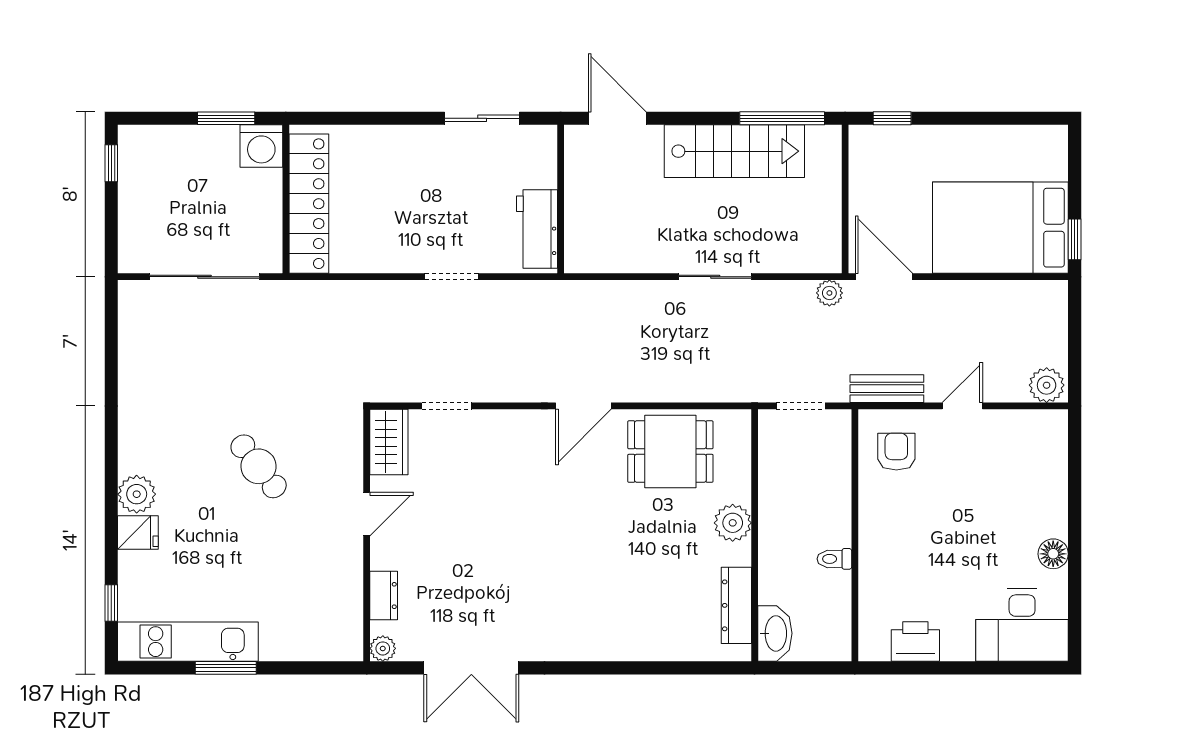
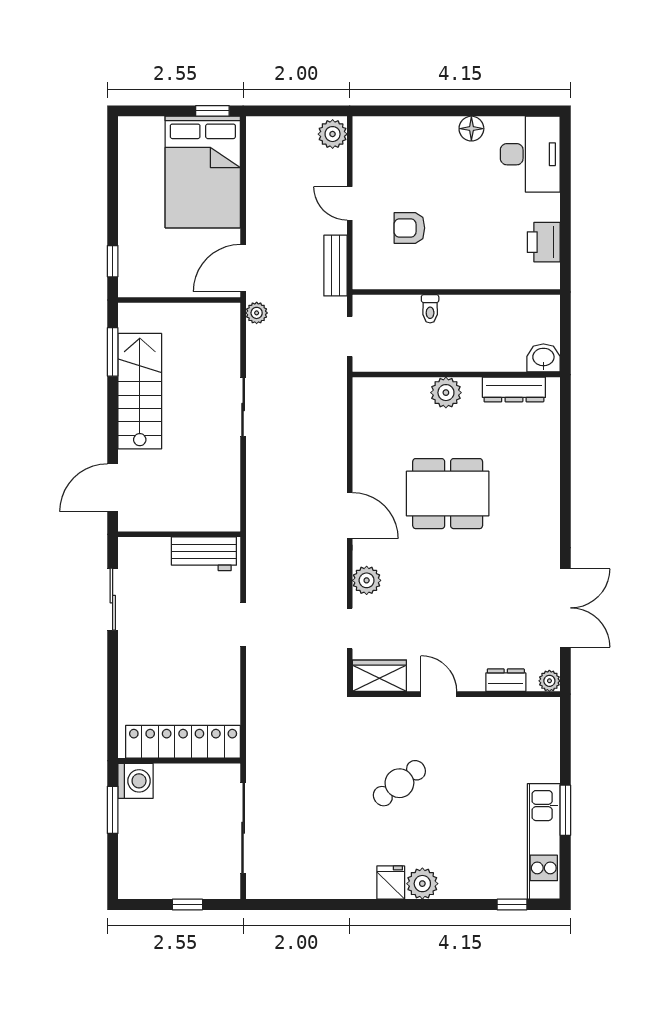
window: (782, 118) -> (113, 352), width x0.69
window: (111, 163) -> (187, 904), moved
plant: (505, 426) -> (367, 580), added
dining table: (670, 452) -> (448, 494), moved, width x1.38
armchair: (896, 452) -> (409, 228), moved
fridge: (138, 533) -> (391, 883), moved
toilet: (834, 559) -> (430, 309), moved
washbasin: (775, 633) -> (543, 358), width x0.72

